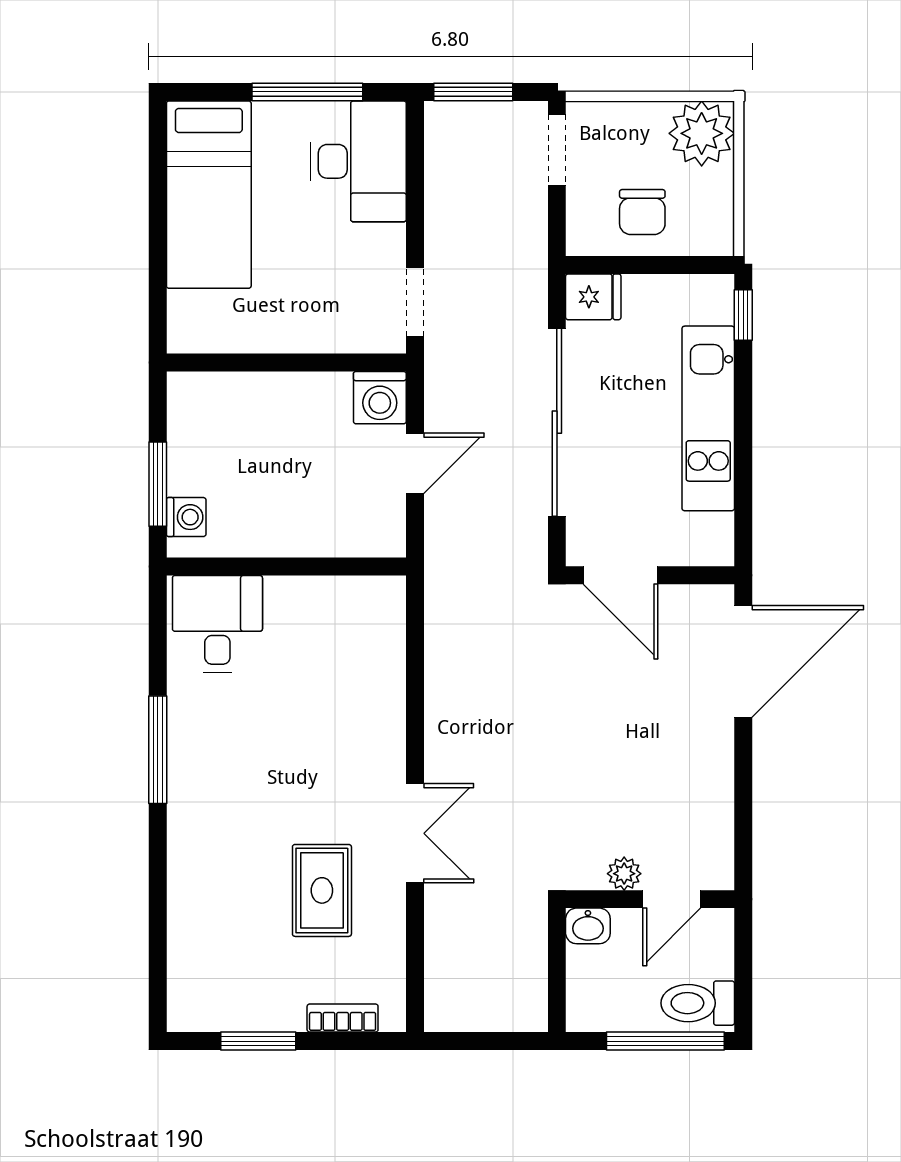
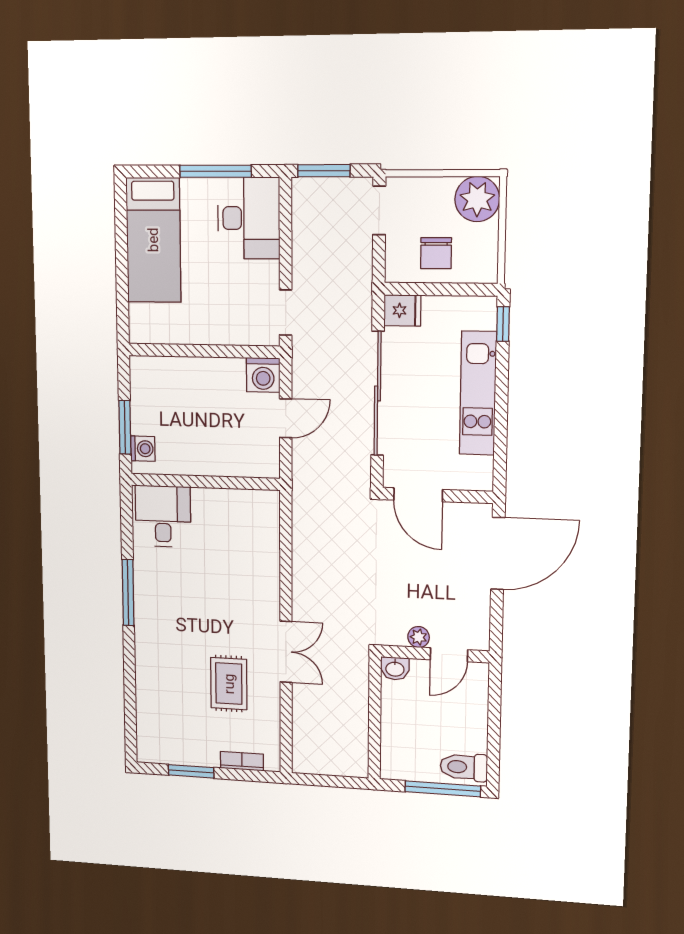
plant: (624, 874) -> (419, 637), moved
wall: (650, 899) -> (435, 654), moved
door: (672, 899) -> (449, 655), moved
washbasin: (588, 926) -> (395, 669), moved

